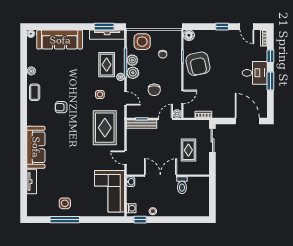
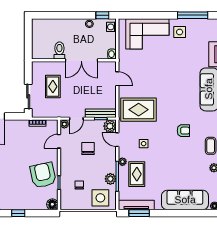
plant: (133, 73) -> (110, 126), moved
rug: (105, 128) -> (139, 110), turned 90
corner sofa: (110, 191) -> (147, 34), moved, turned 90
window: (65, 220) -> (193, 15), moved

